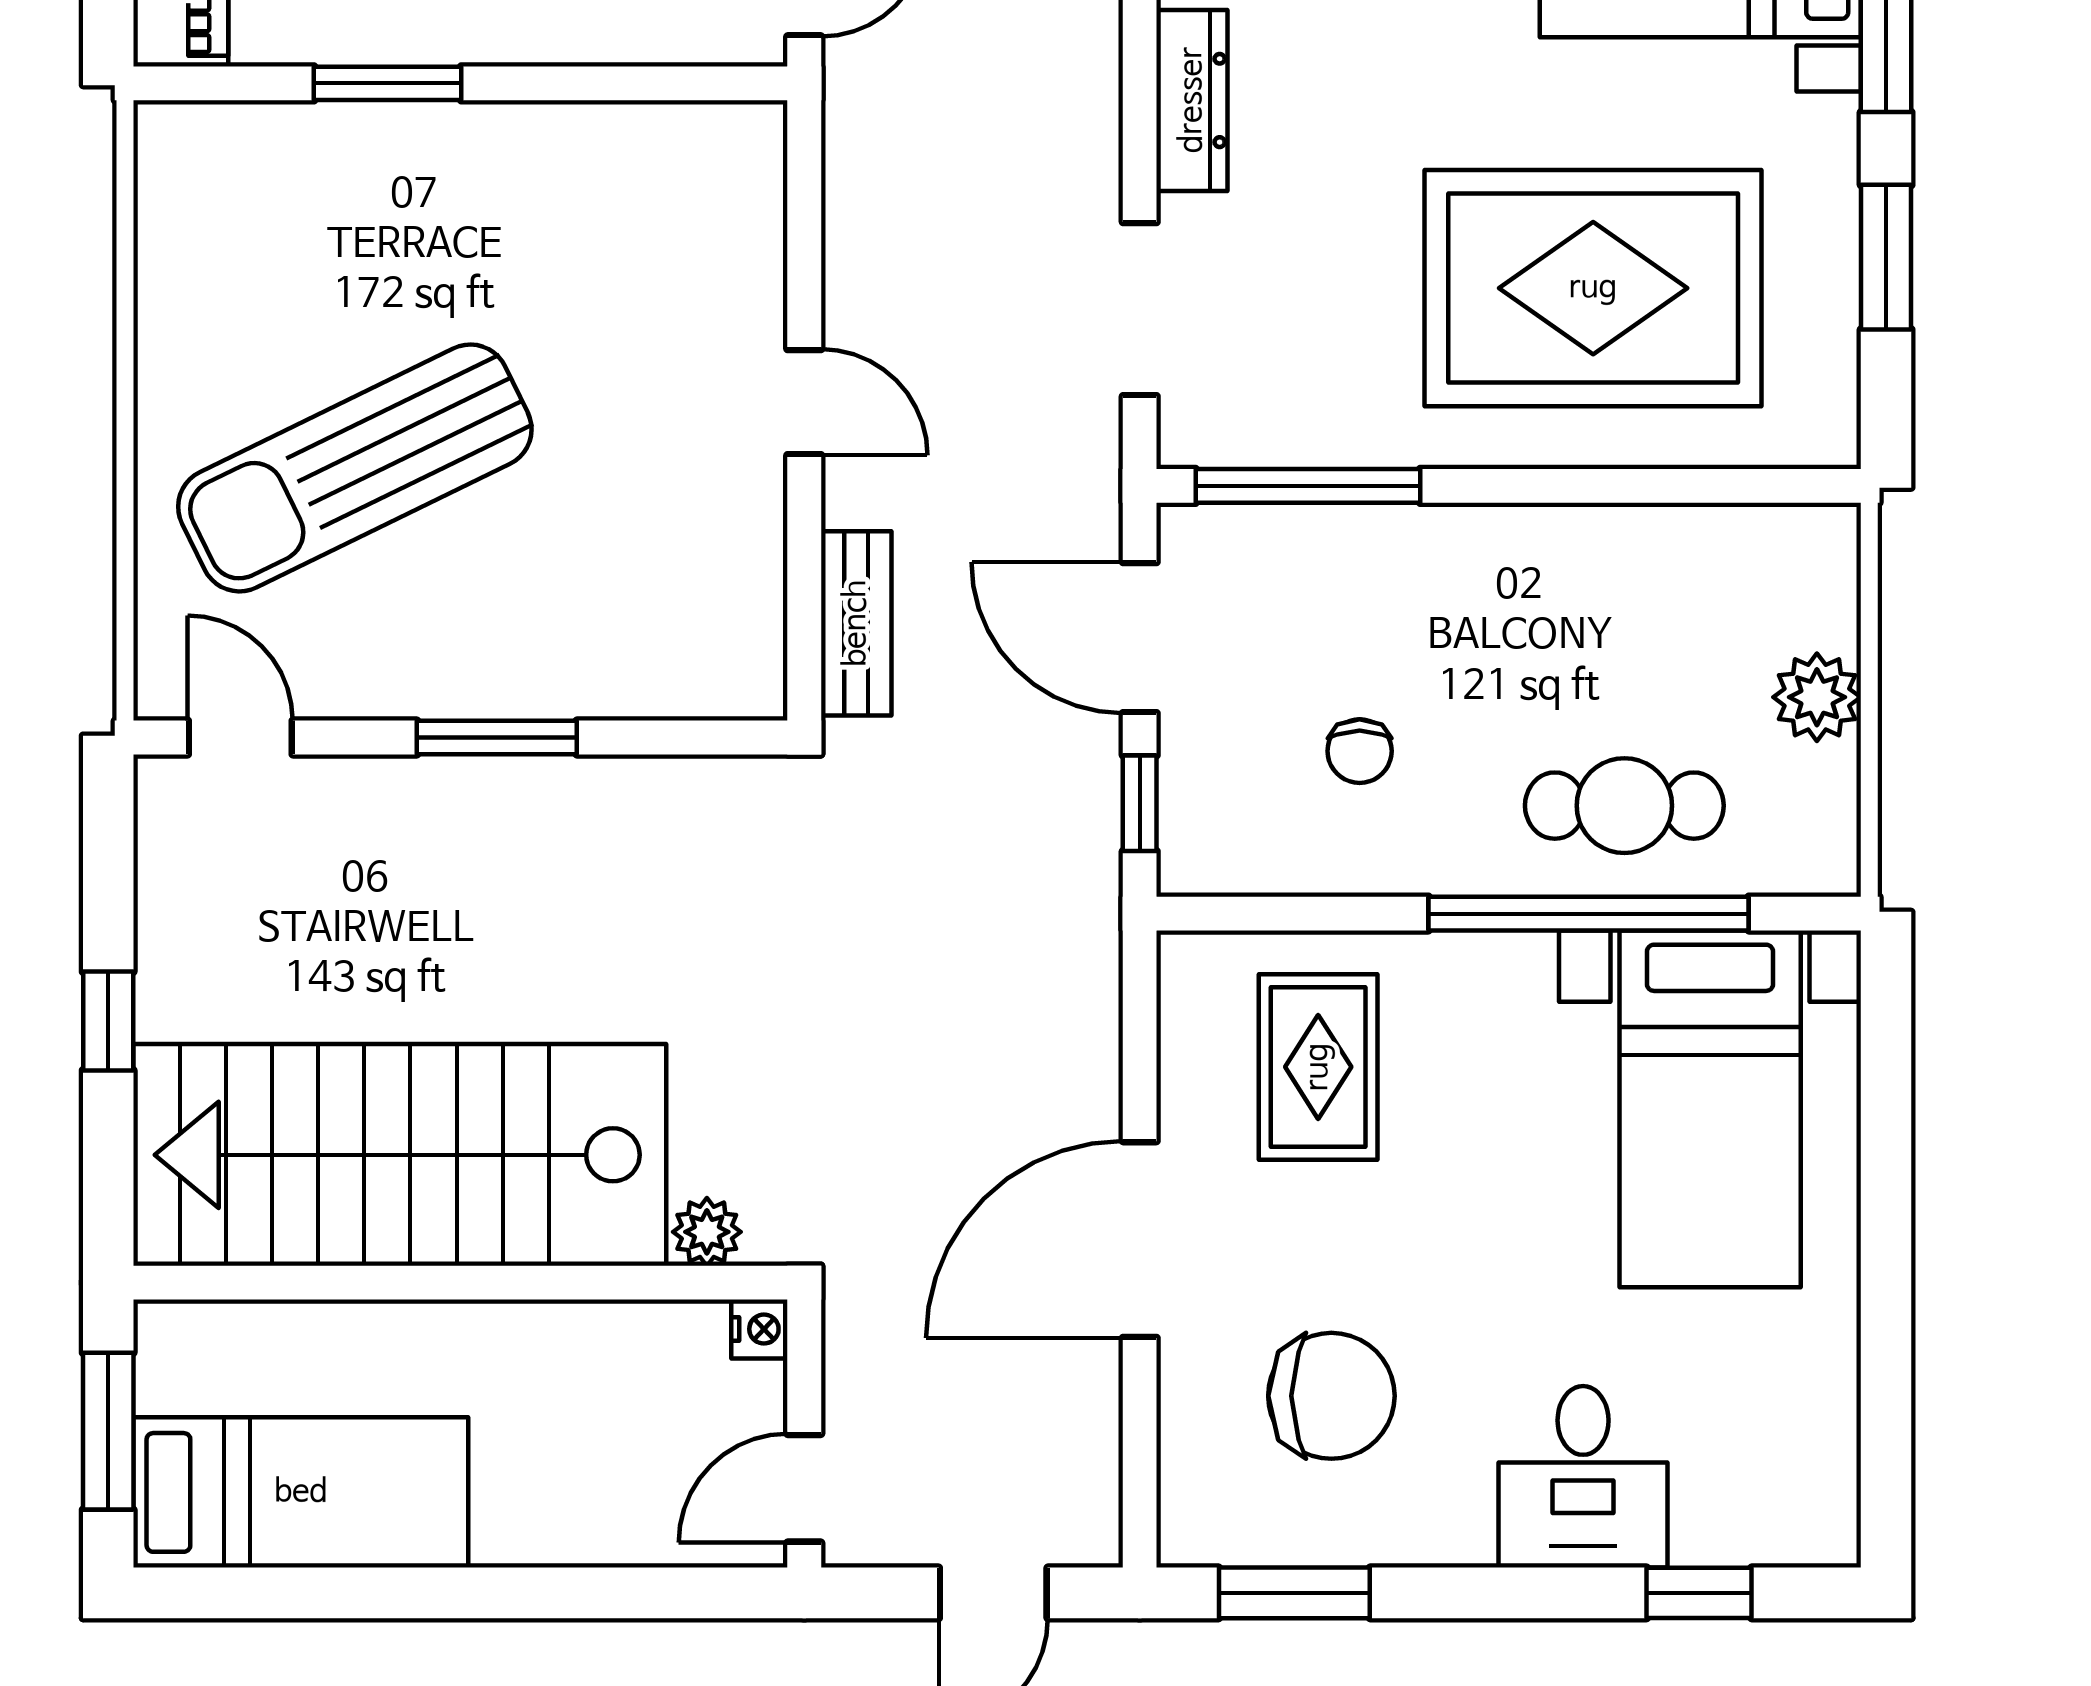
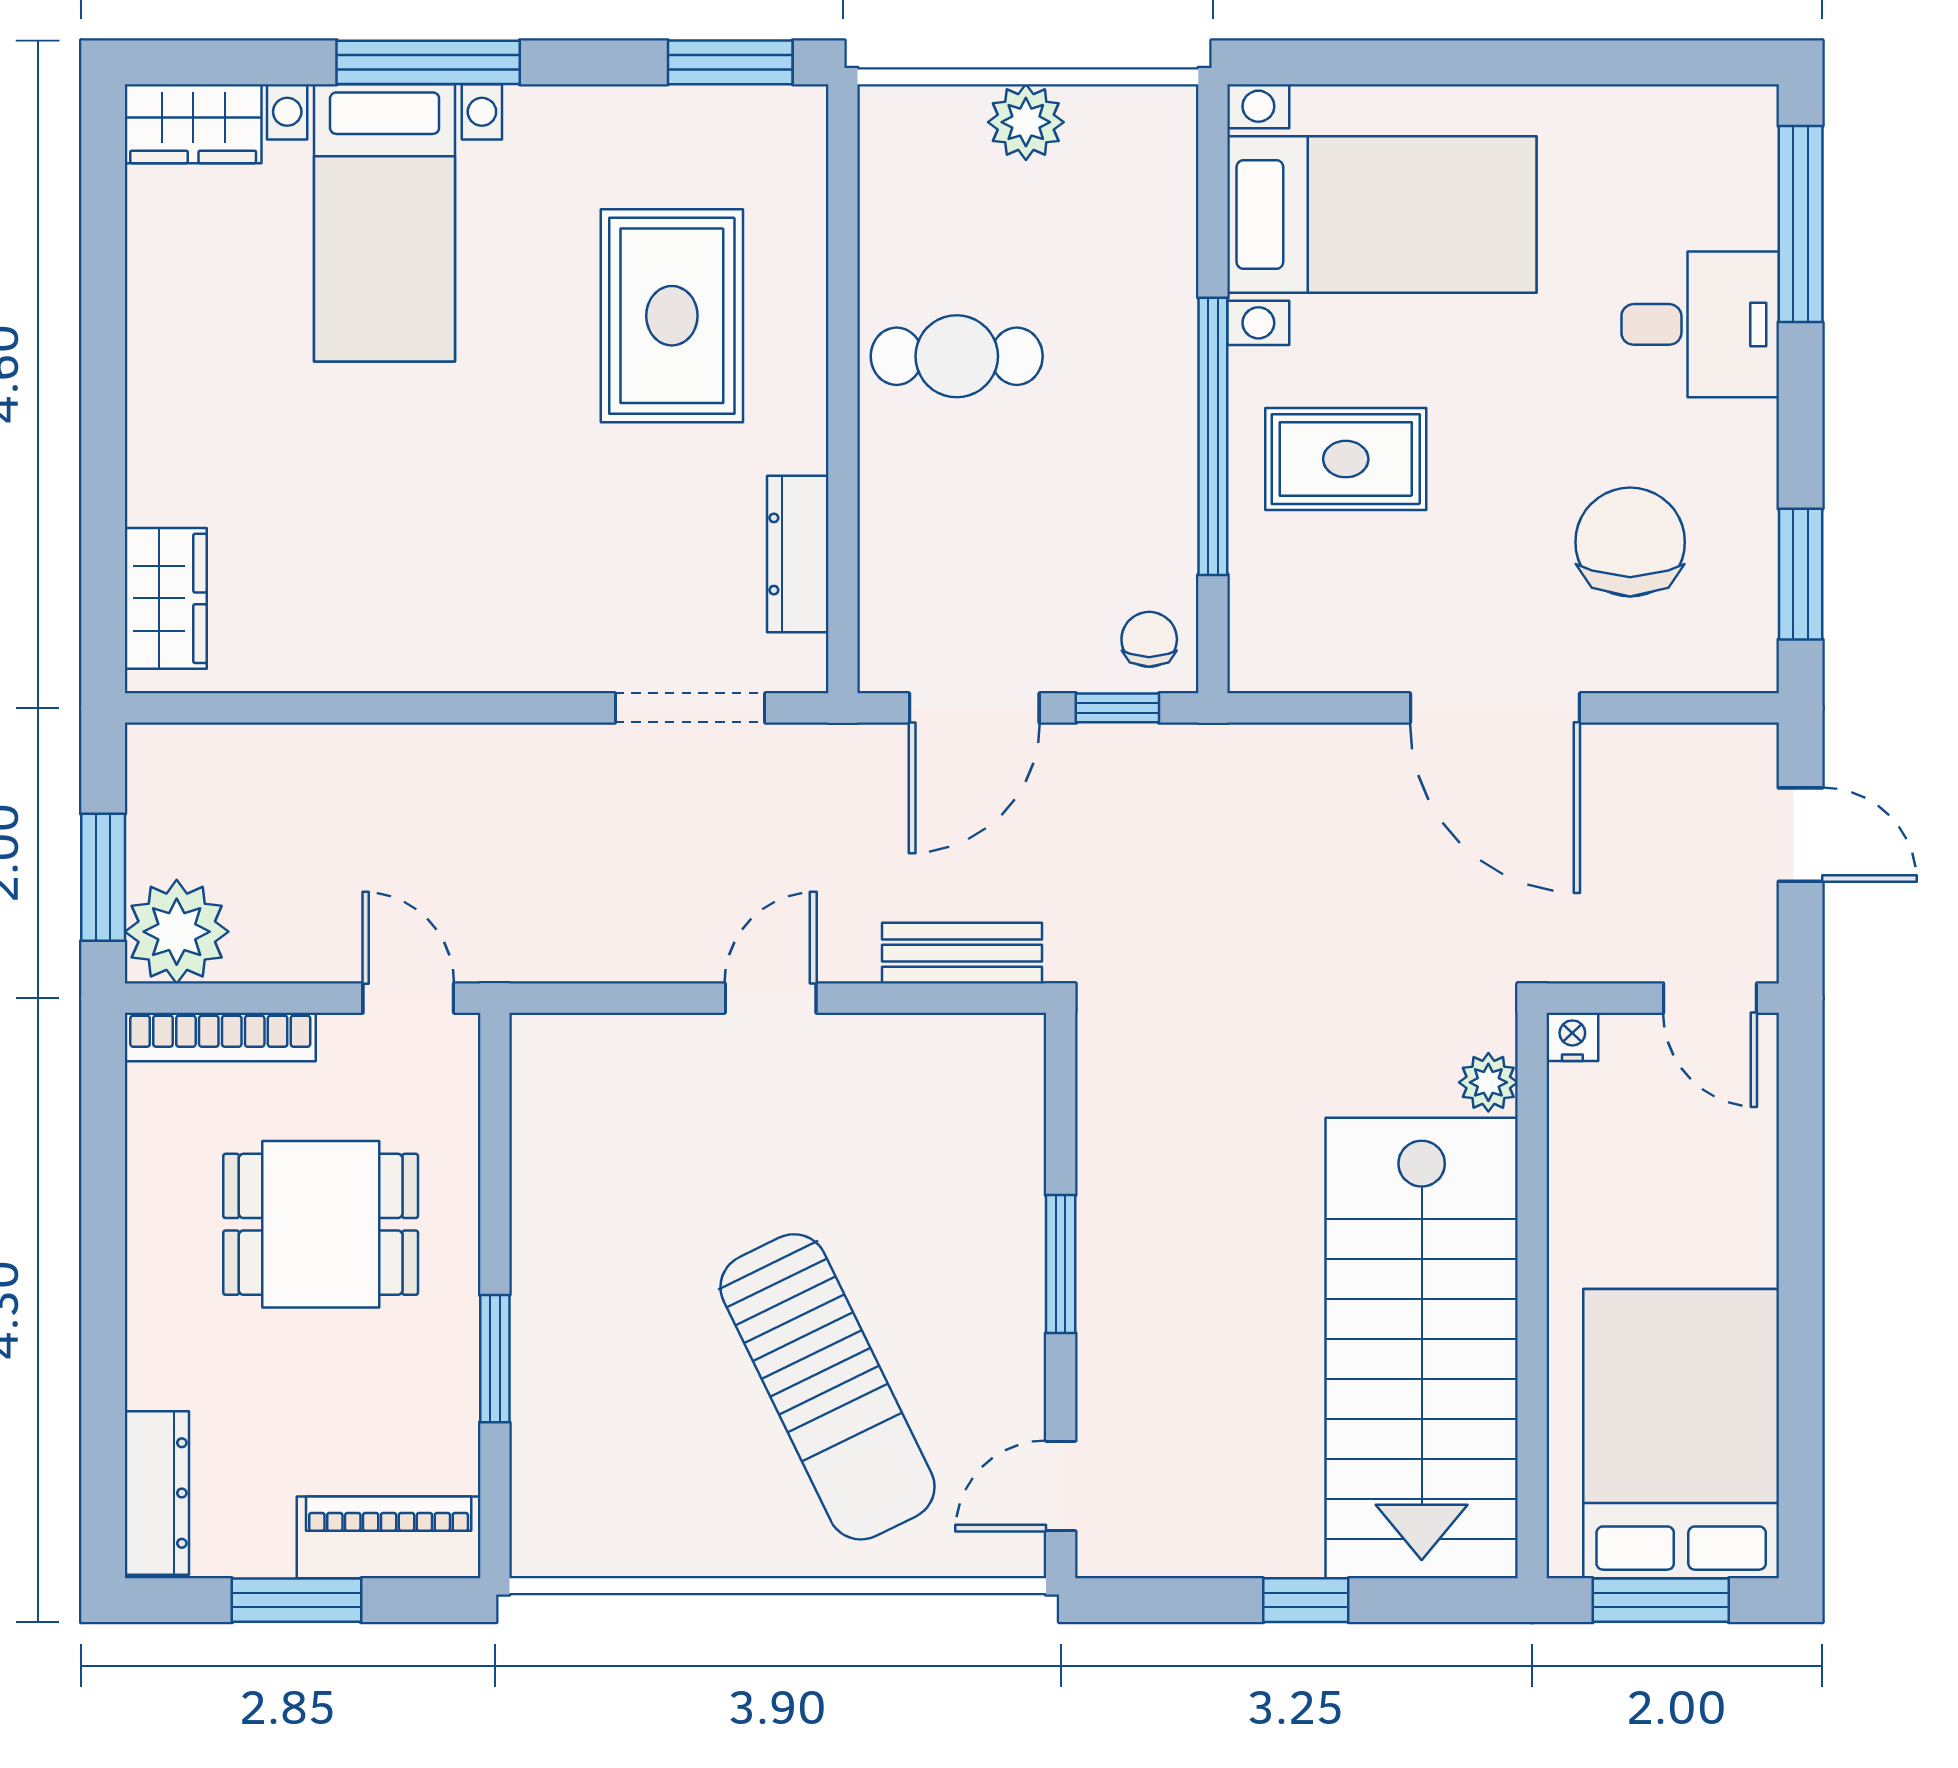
dresser: (1192, 100) -> (798, 554), moved, turned -90
window: (1886, 257) -> (730, 62), moved
rug: (1593, 288) -> (672, 316), width x0.73, depth x0.69
window: (1308, 486) -> (843, 562), removed
chair: (1360, 751) -> (1149, 639), moved, turned -90
cafe table: (1624, 806) -> (957, 356), moved, turned 90
window: (1589, 914) -> (1213, 436), moved
rug: (1318, 1067) -> (1346, 459), moved
bed: (301, 1492) -> (1681, 1434), width x1.50
window: (1699, 1593) -> (1801, 224), width x2.17

